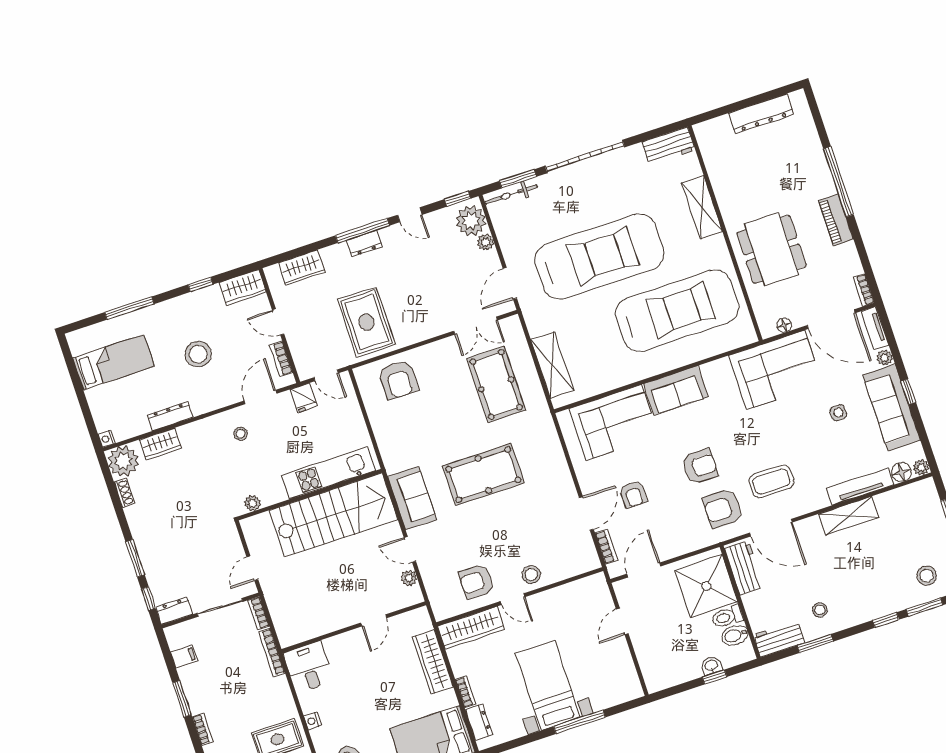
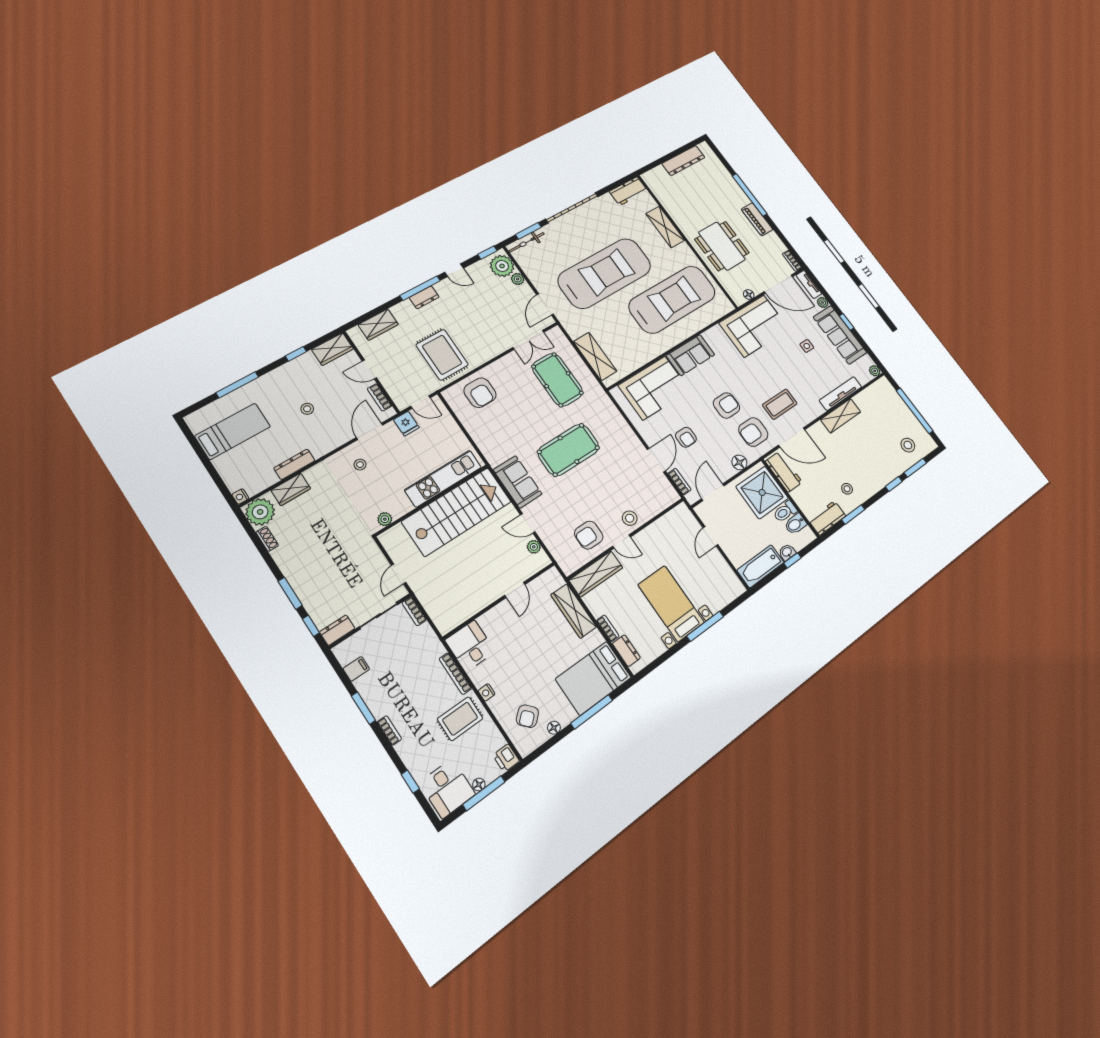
stool: (198, 354) -> (307, 409), width x0.53, depth x0.53
floor lamp: (901, 472) -> (739, 462), moved
bookcase: (272, 652) -> (455, 674), moved
bathtub: (672, 673) -> (760, 566), added

